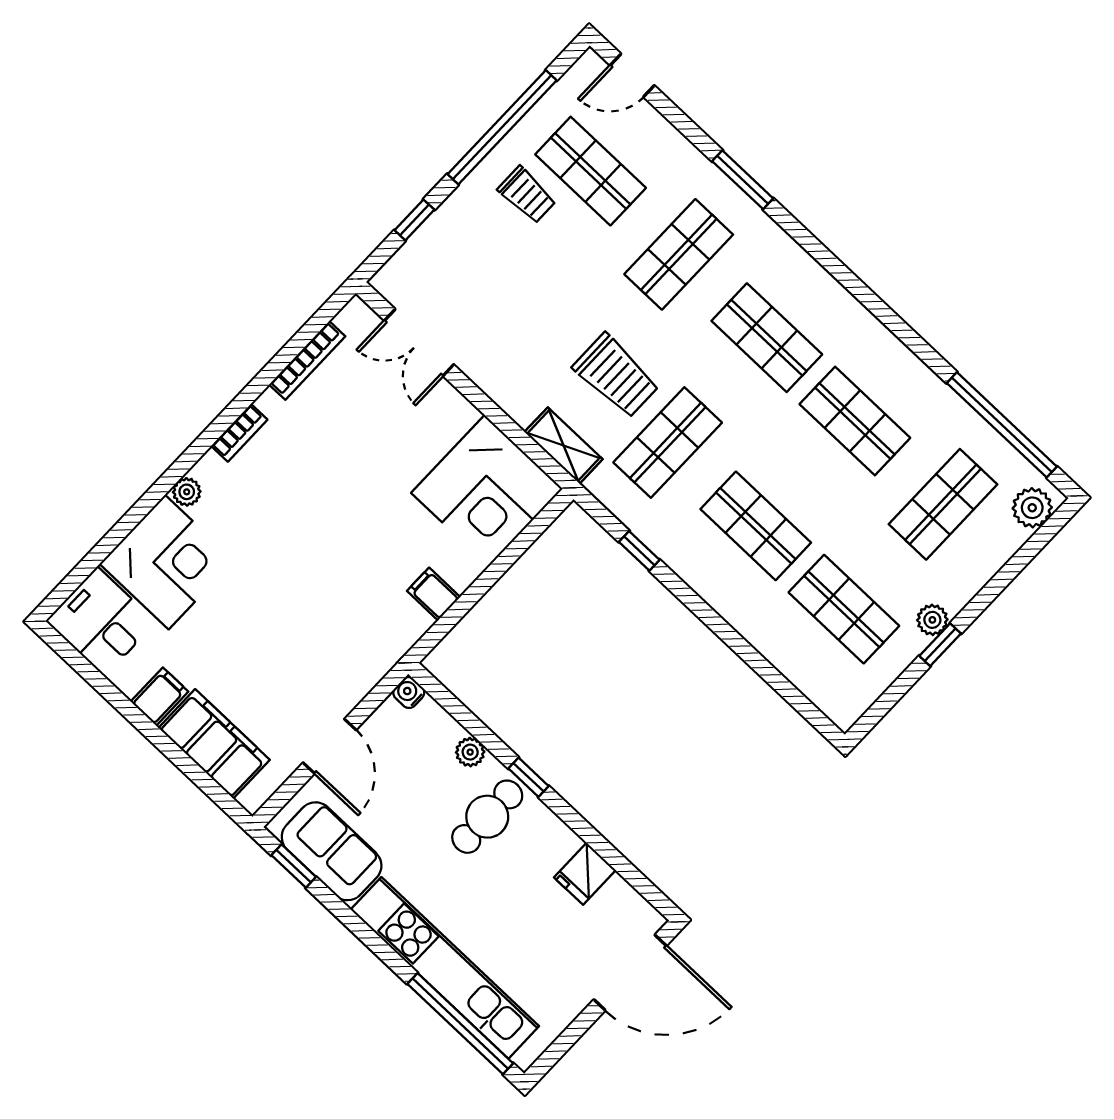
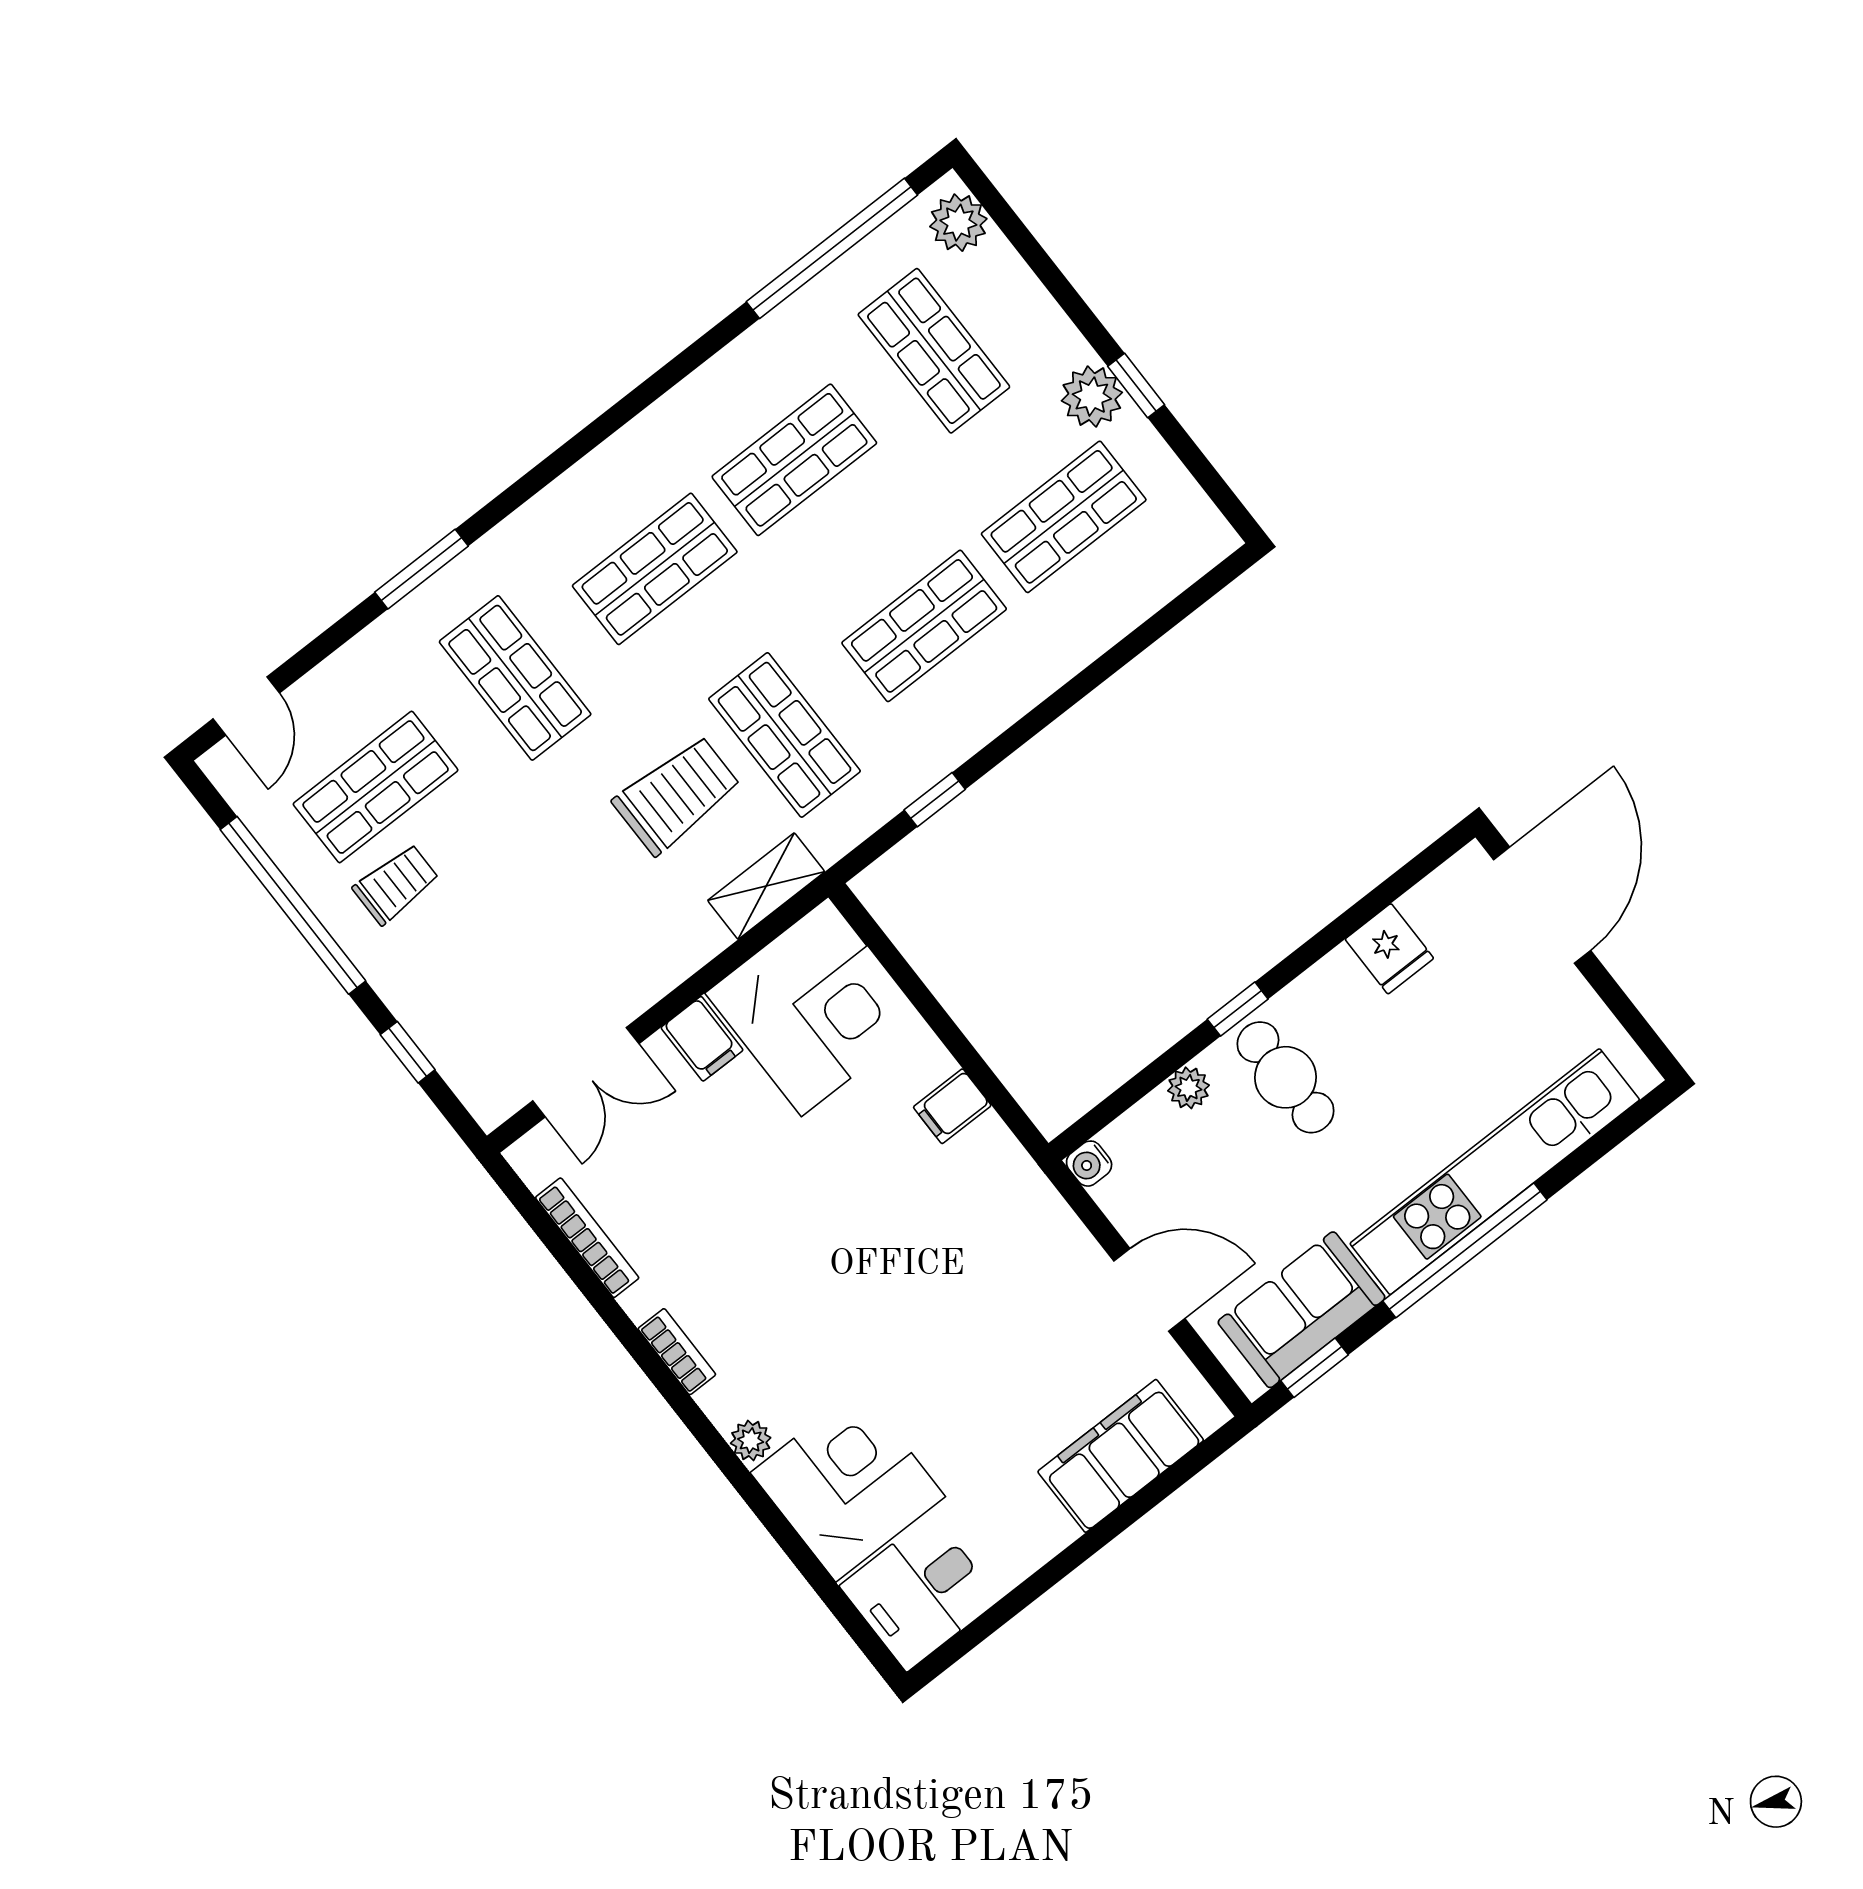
plant: (932, 620) -> (1092, 397), width x1.38, depth x1.38
filing cabinet: (159, 697) -> (702, 1039), moved, turned 180
window: (460, 1024) -> (1465, 1250), moved

